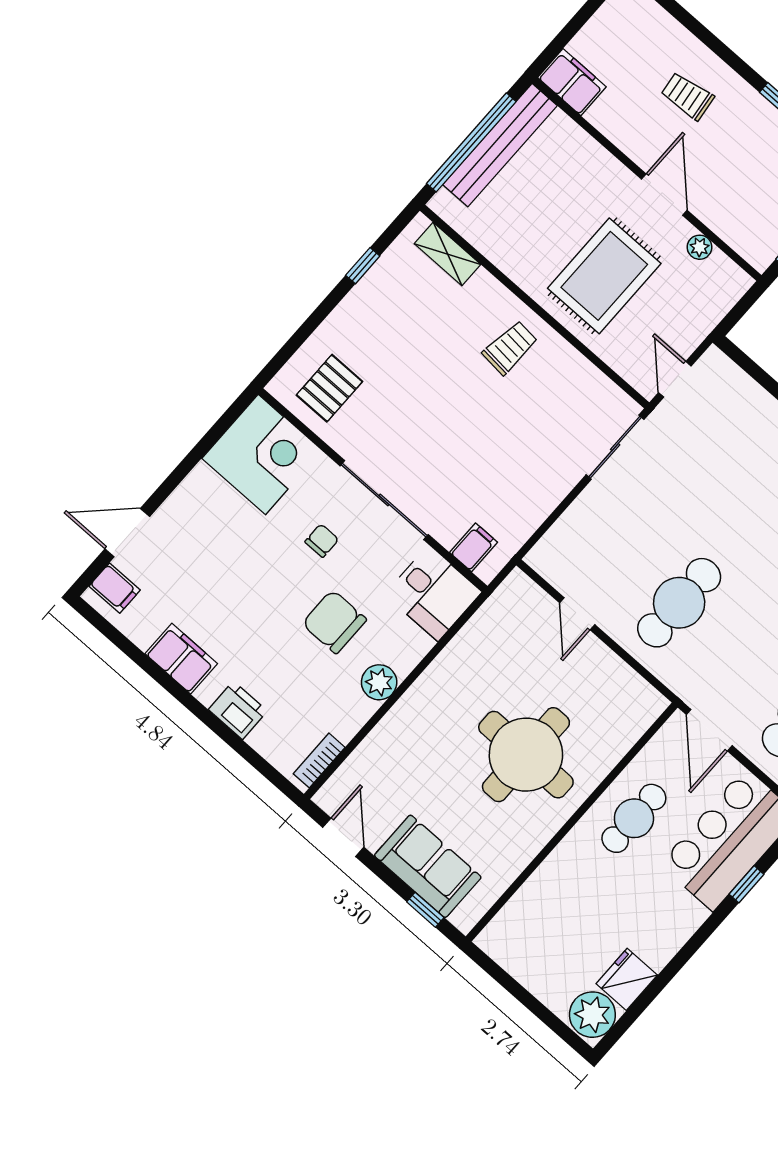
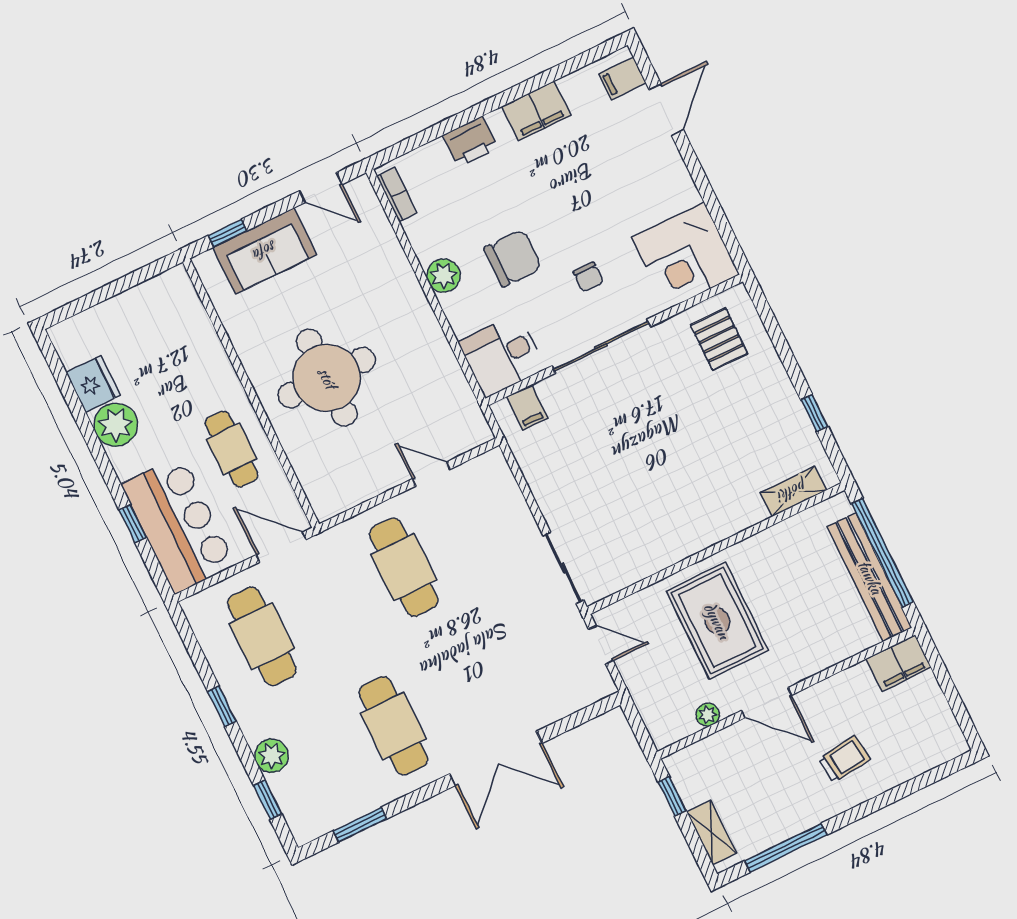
trolley: (510, 348) -> (689, 512), removed
plant: (592, 1015) -> (116, 425), moved

